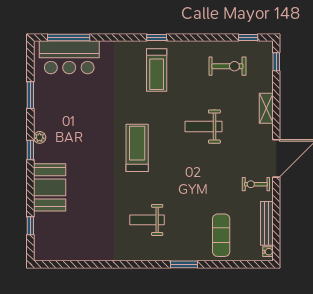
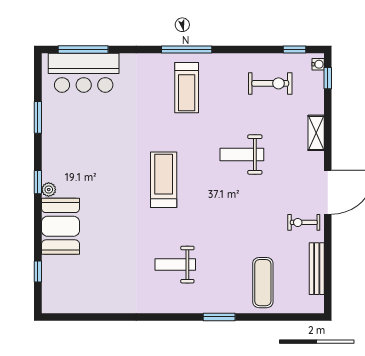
window: (157, 37) -> (187, 49), width x2.17
plant: (40, 137) -> (49, 190), moved
water cooler: (268, 252) -> (318, 64), moved

